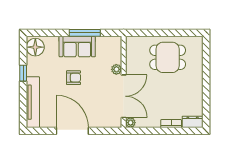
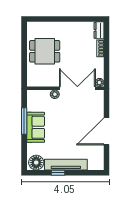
dining table: (168, 57) -> (45, 51), turned 90
armchair: (73, 78) -> (62, 130), removed
tv unit: (33, 102) -> (66, 165), moved

